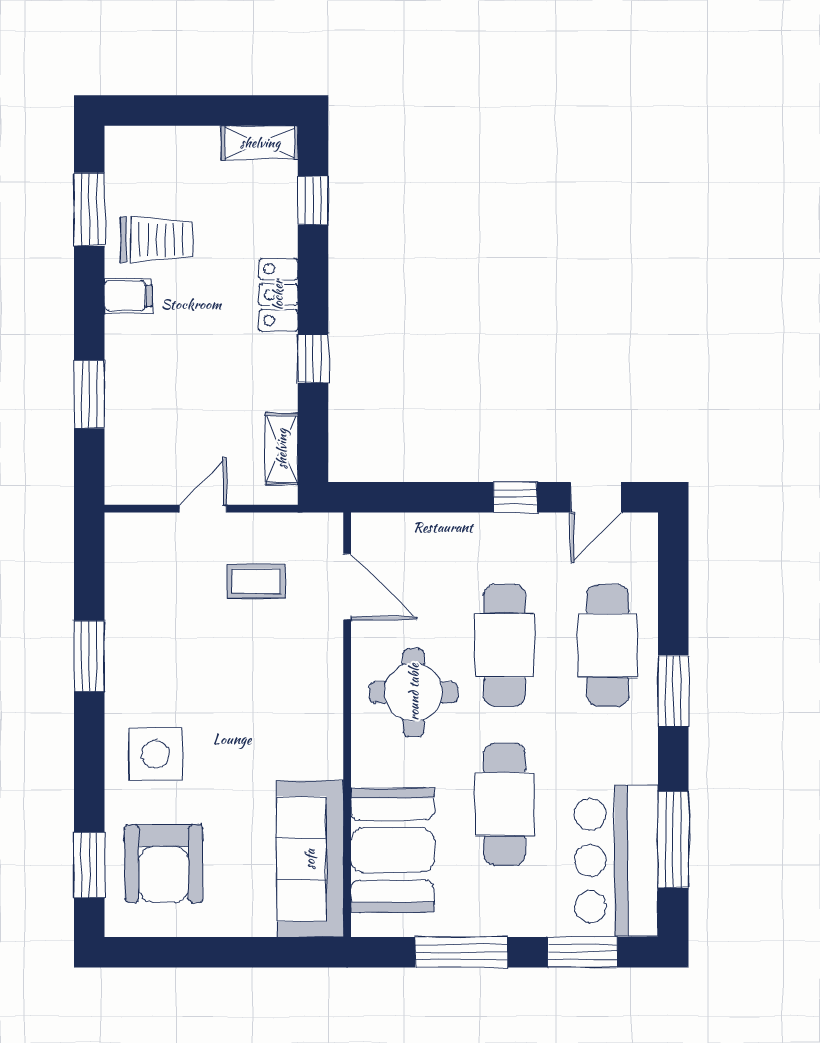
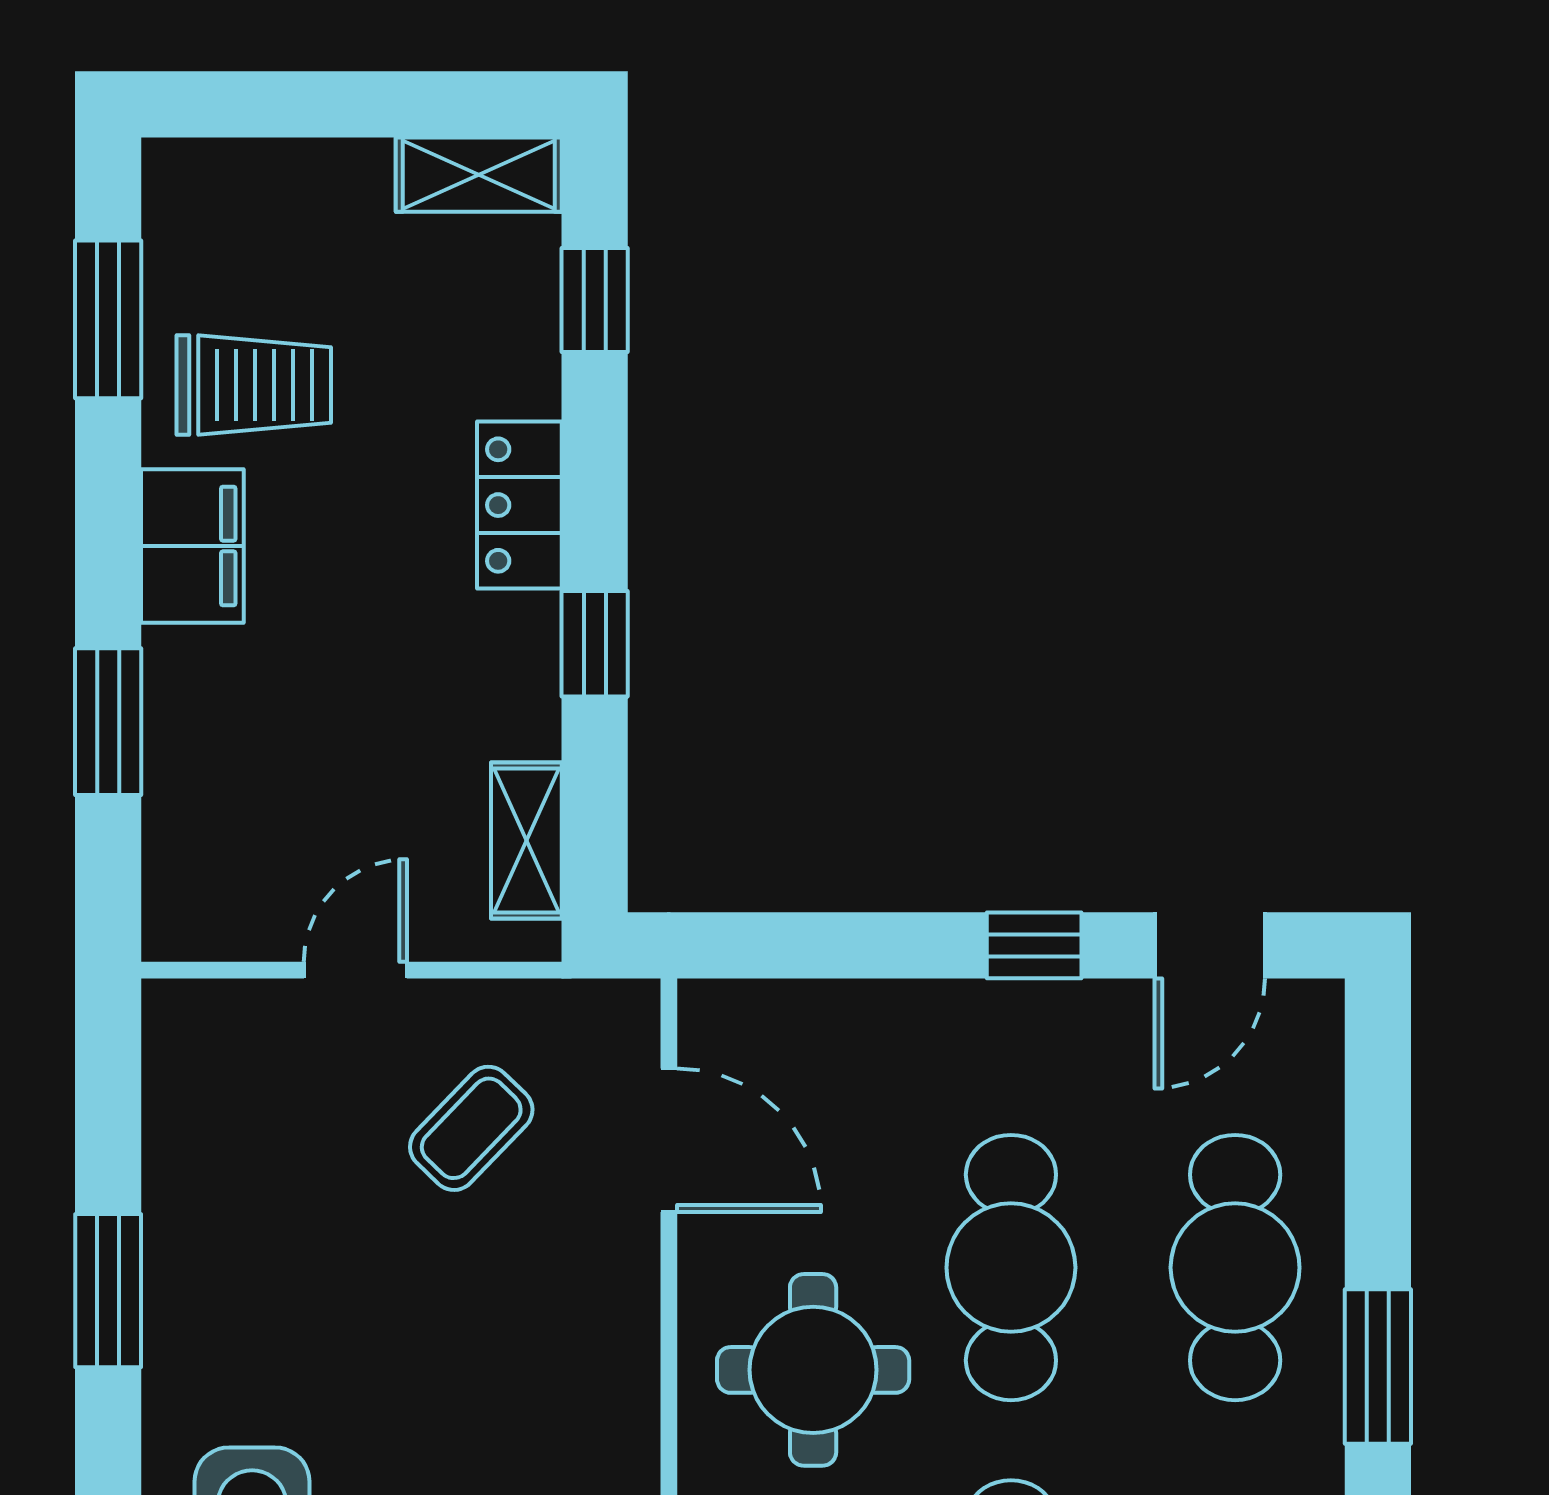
filing cabinet: (128, 296) -> (192, 546), width x2.00
coffee table: (256, 581) -> (471, 1128), turned -46

